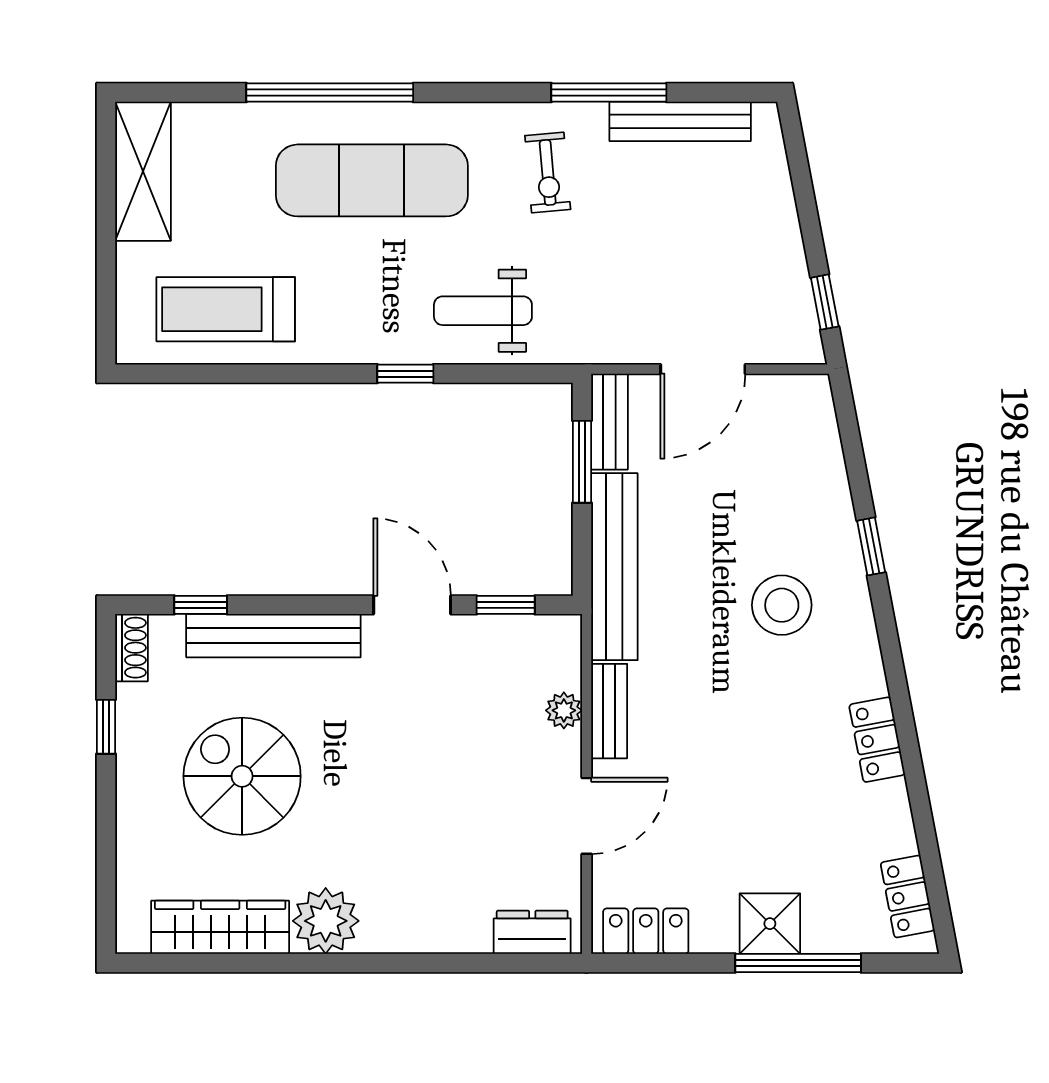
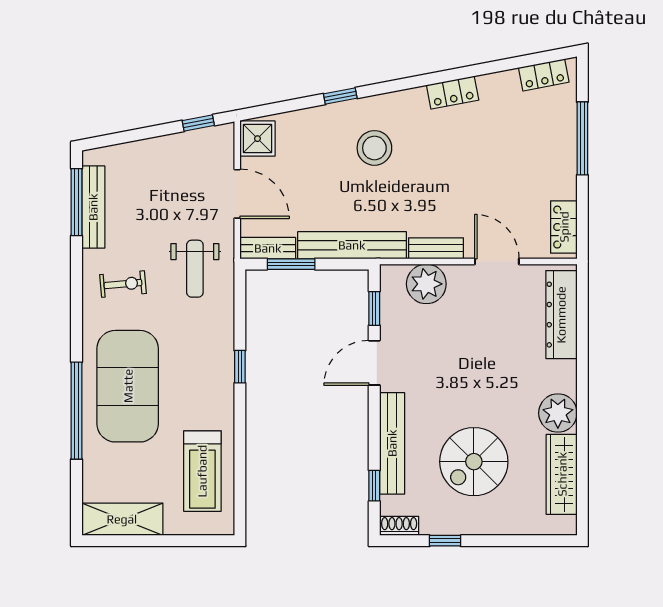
window: (609, 93) -> (76, 202), moved
exercise mat: (372, 180) -> (128, 386), width x1.47
weight bench: (483, 311) -> (195, 269), moved
plant: (564, 710) -> (426, 284), width x1.87, depth x1.87
shower: (770, 924) -> (257, 139), moved
dresser: (532, 932) -> (561, 315), width x1.96, depth x1.24

